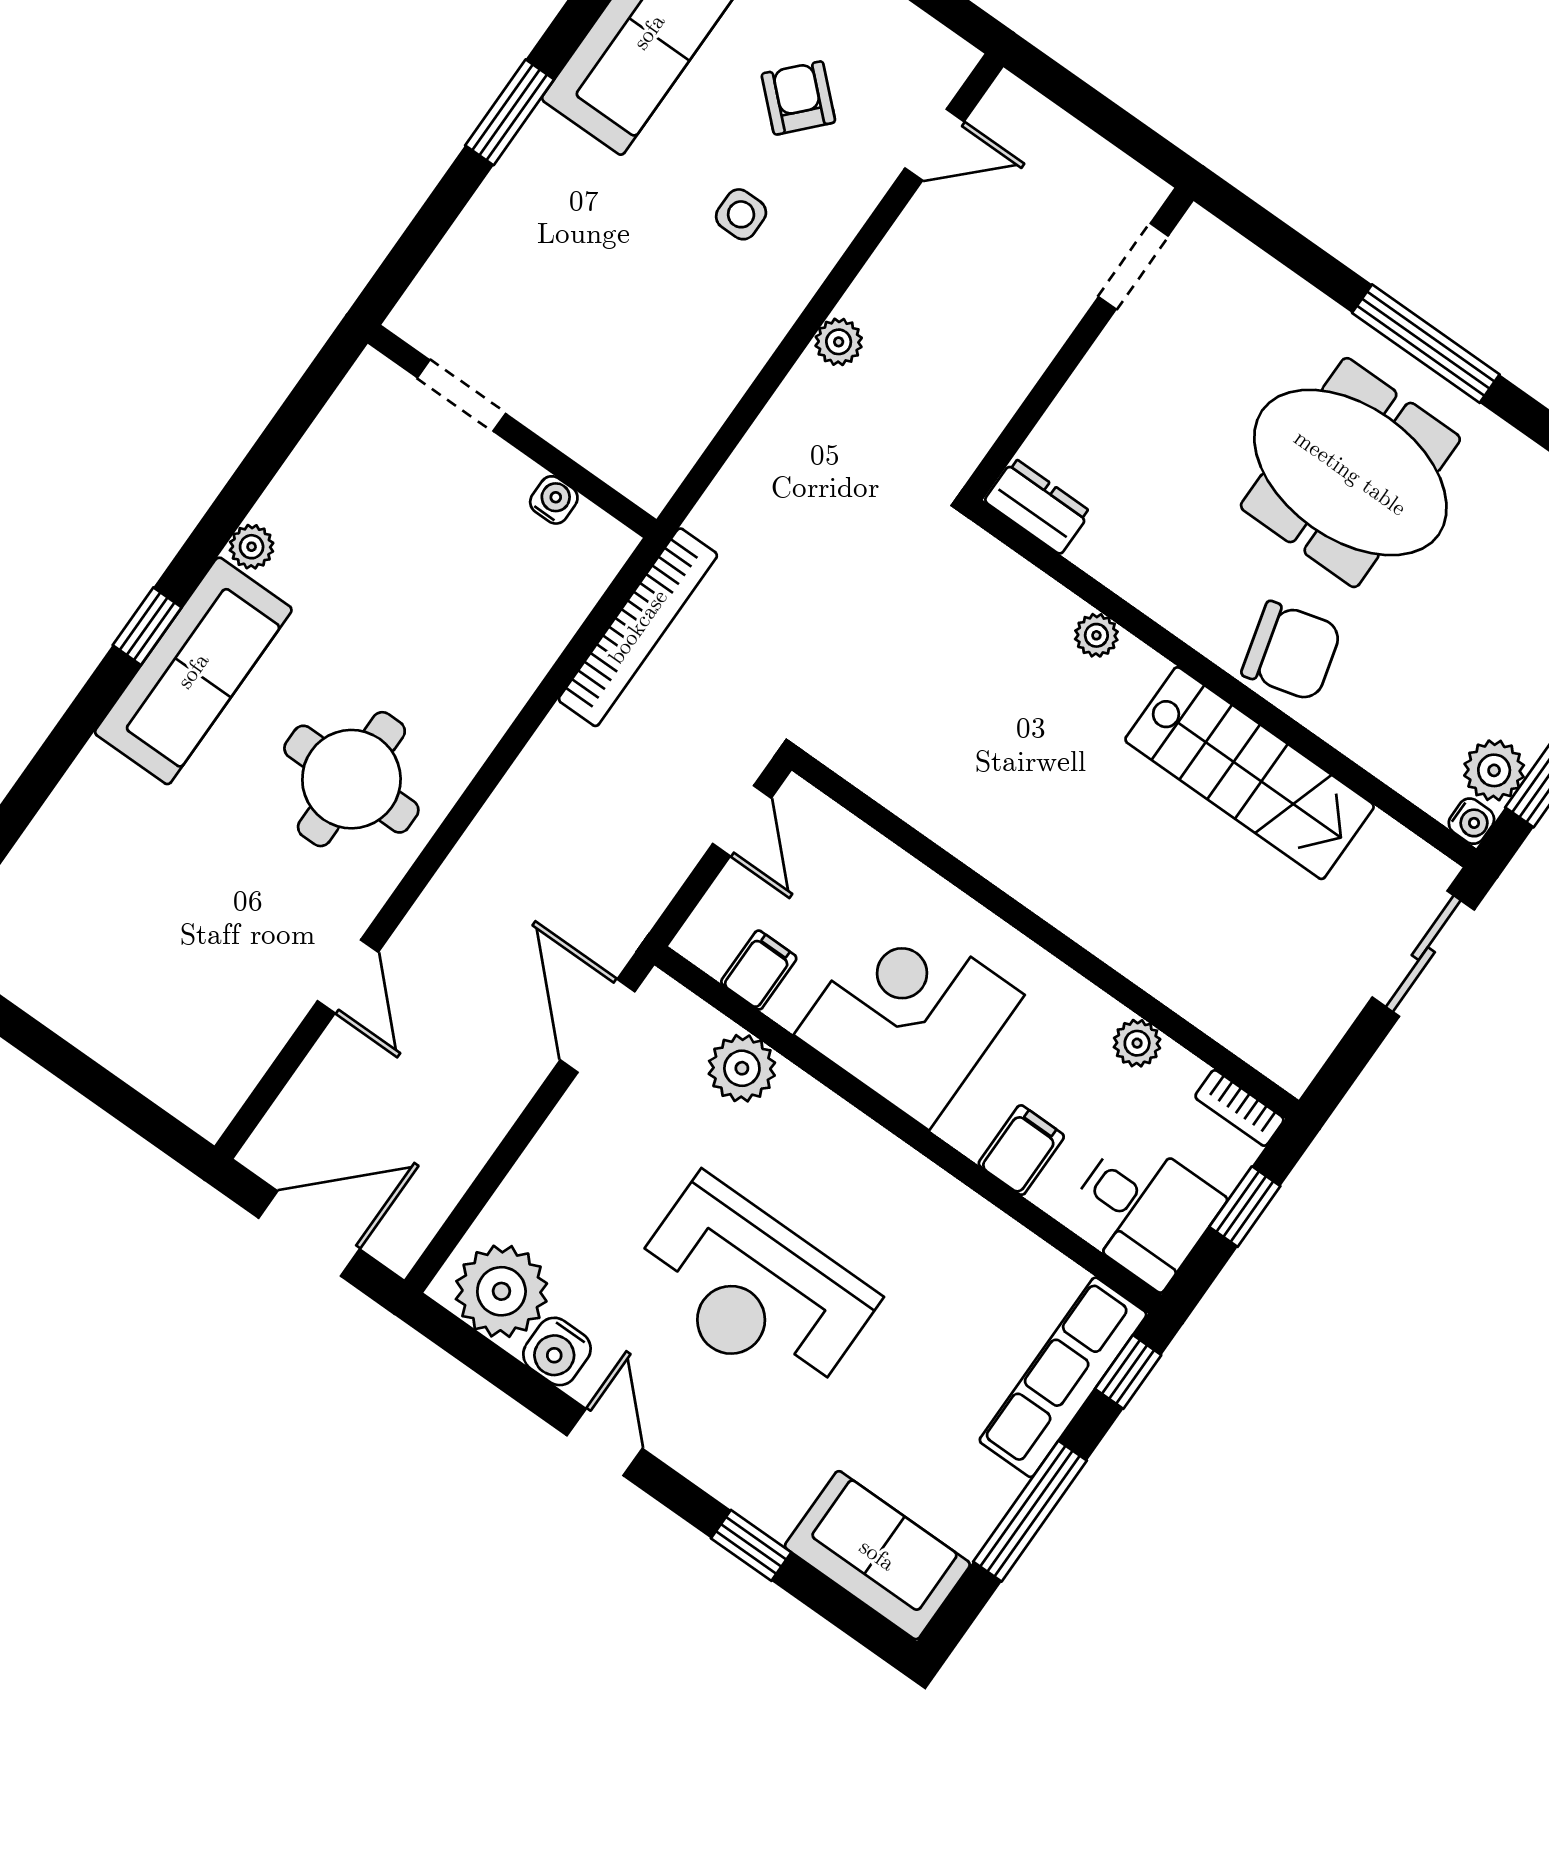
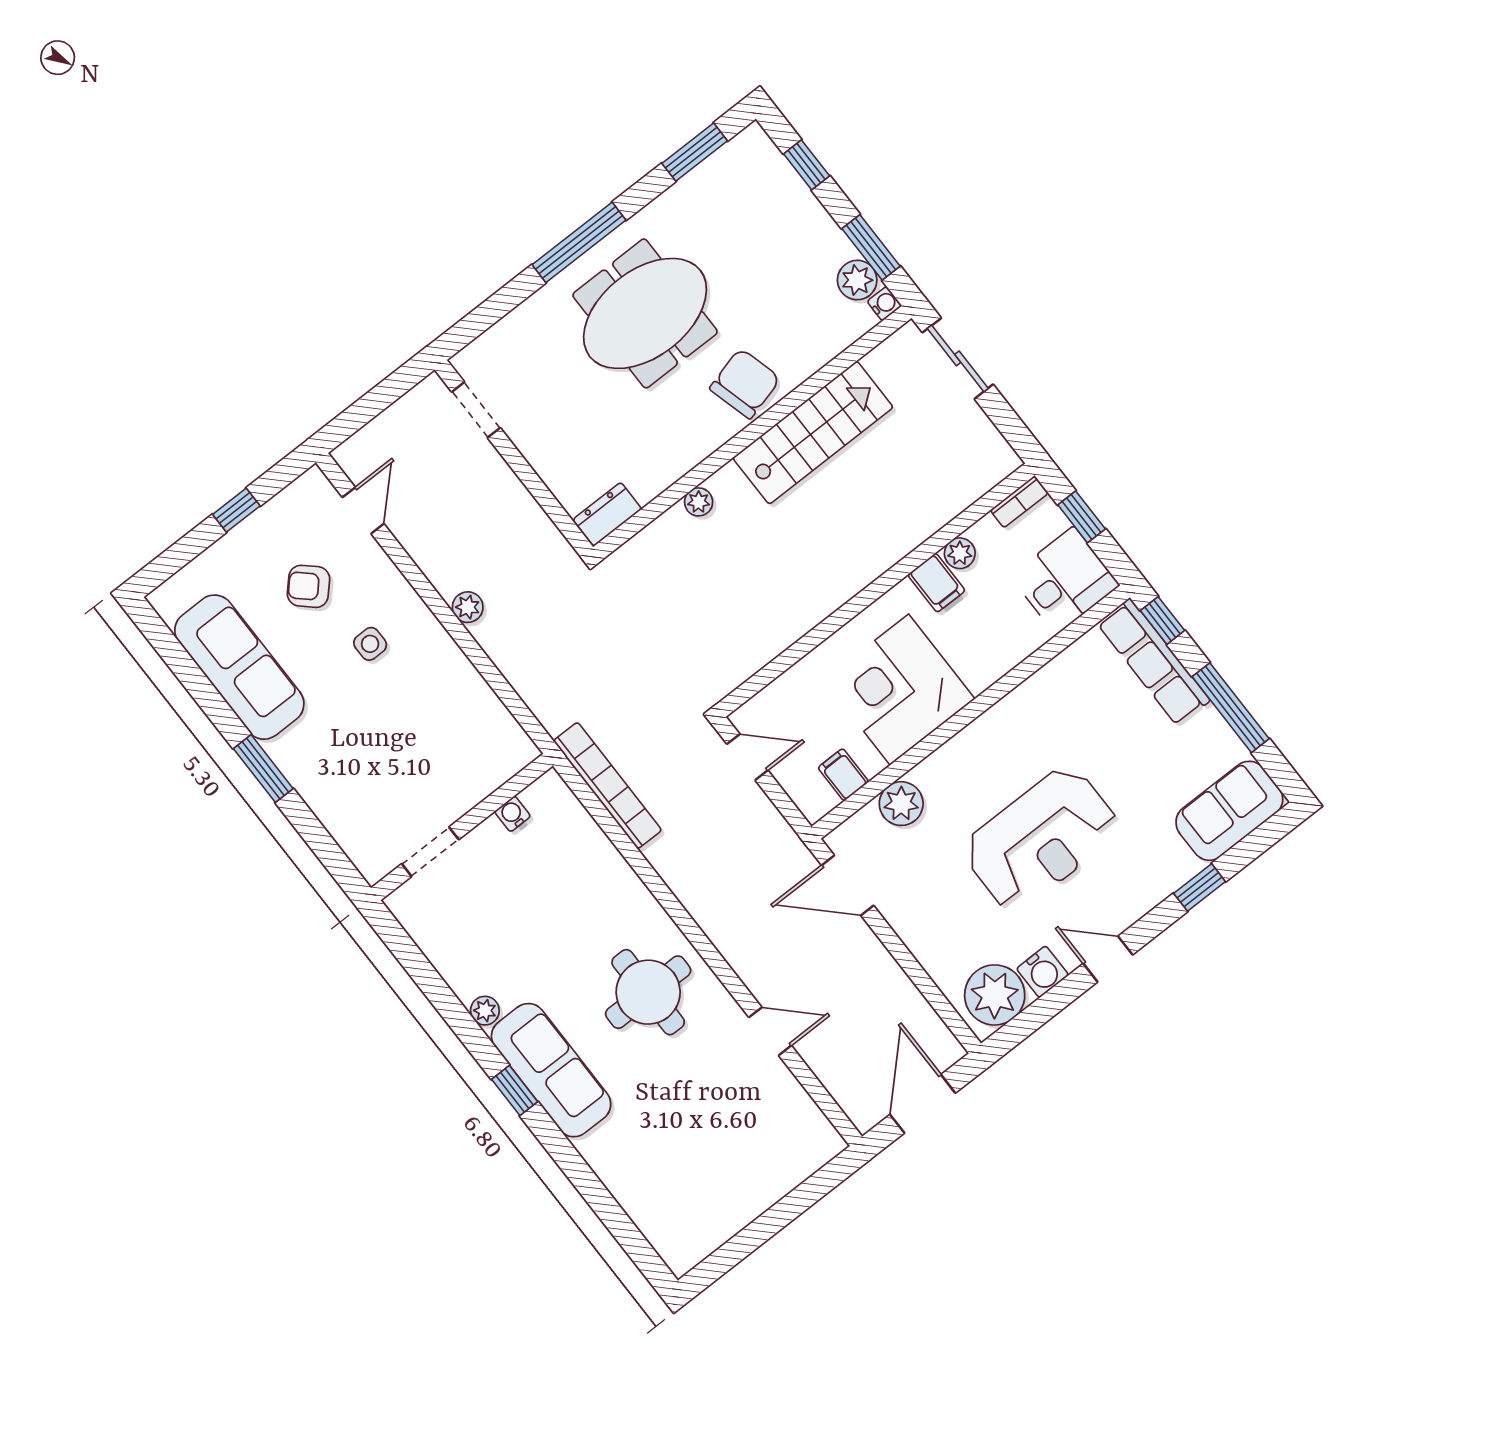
filing cabinet: (1021, 1150) -> (936, 583), moved, turned 180

